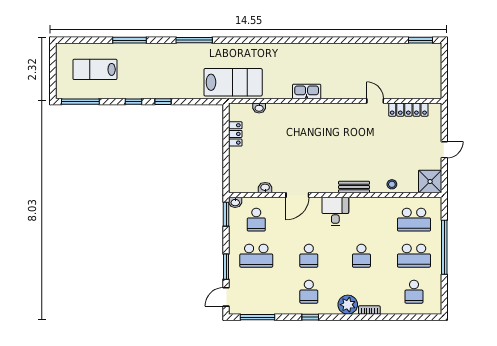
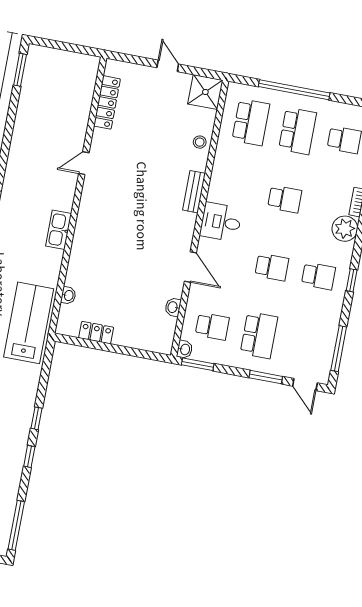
door: (375, 101) -> (84, 163), moved

